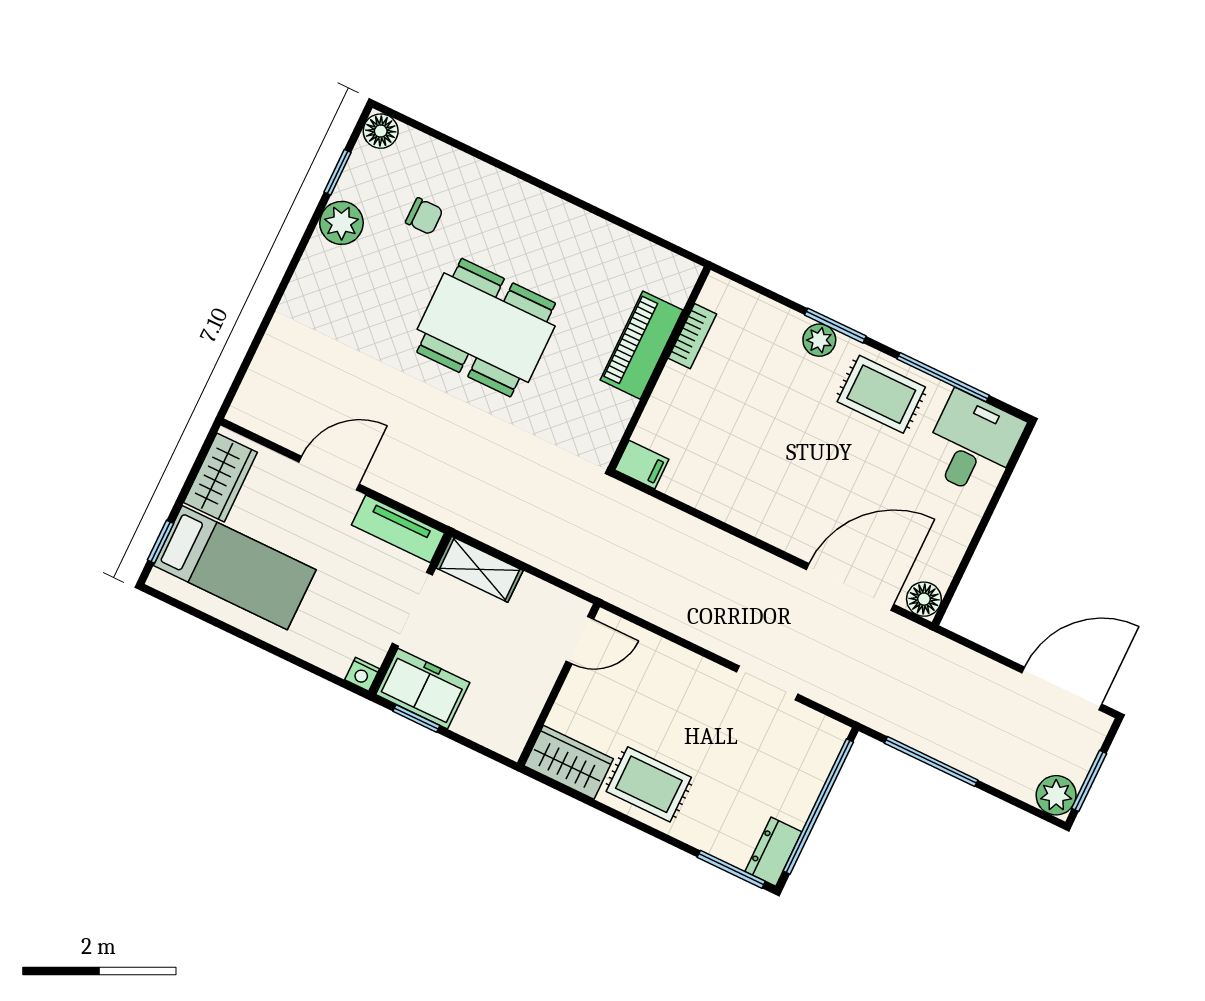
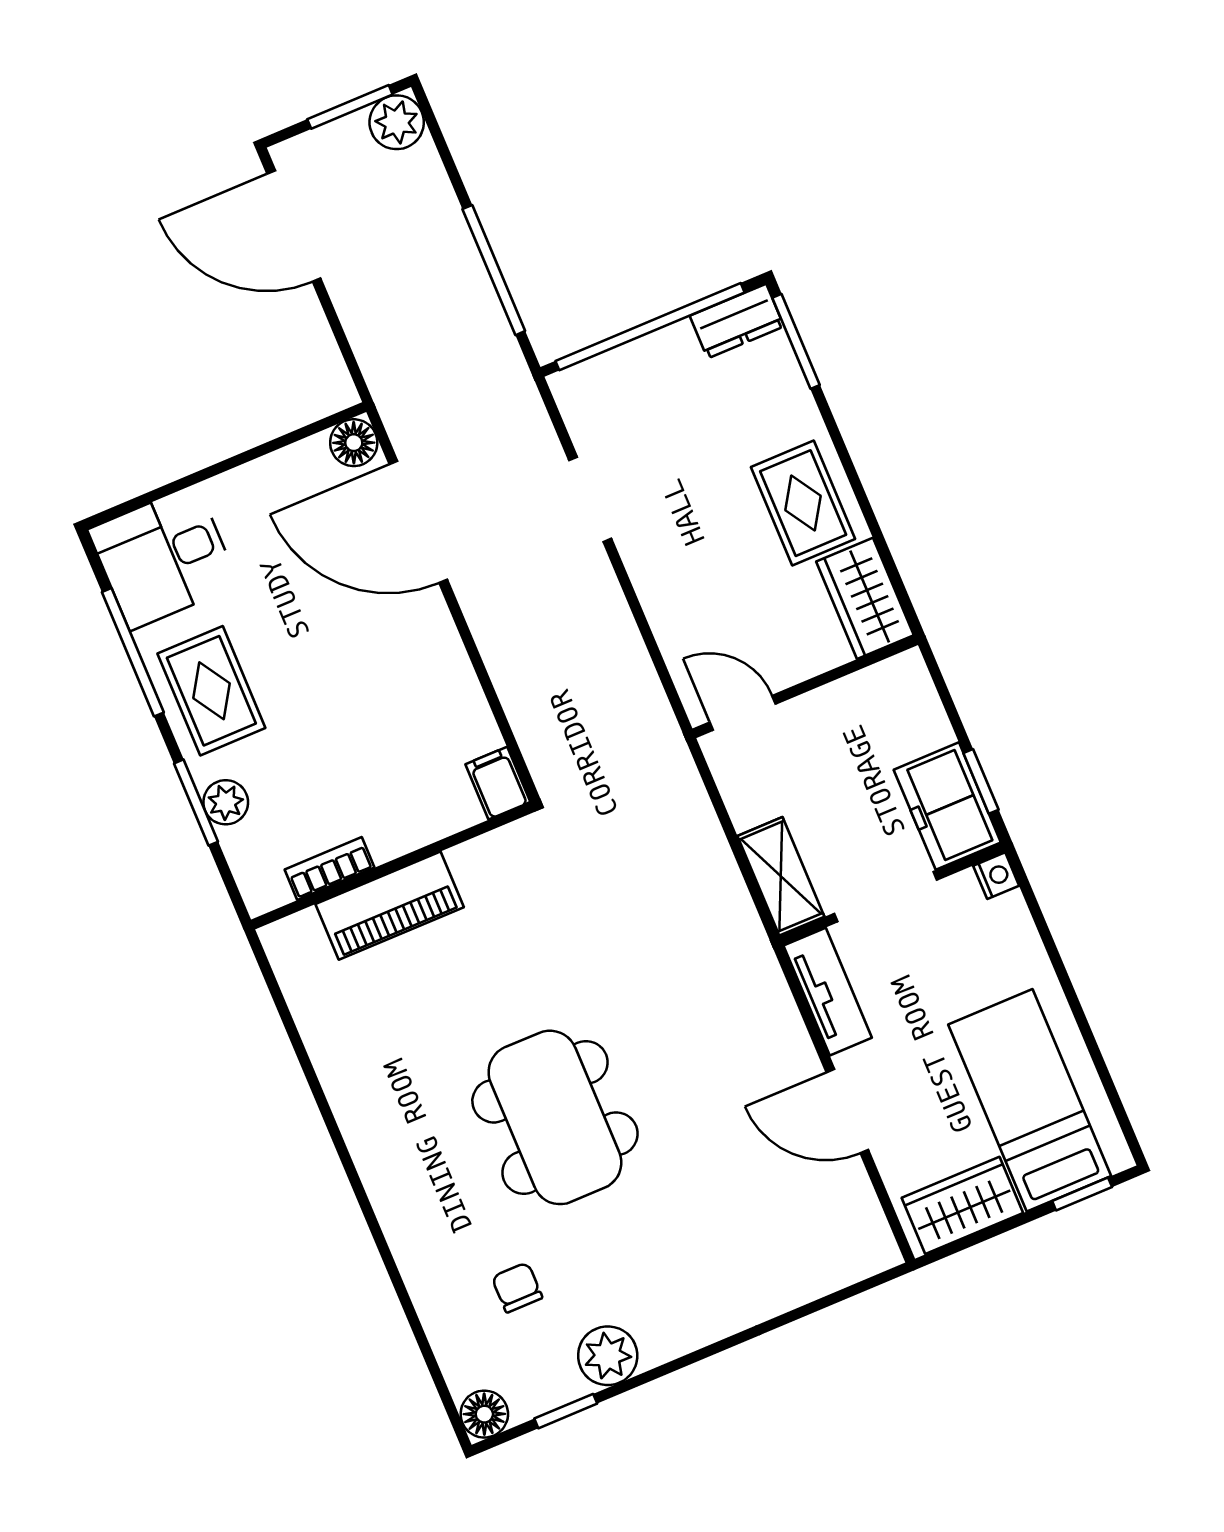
bookcase: (692, 336) -> (330, 869), moved
piano: (642, 345) -> (390, 906), moved
wall: (659, 368) -> (393, 866), moved
filing cabinet: (642, 465) -> (498, 783), moved

